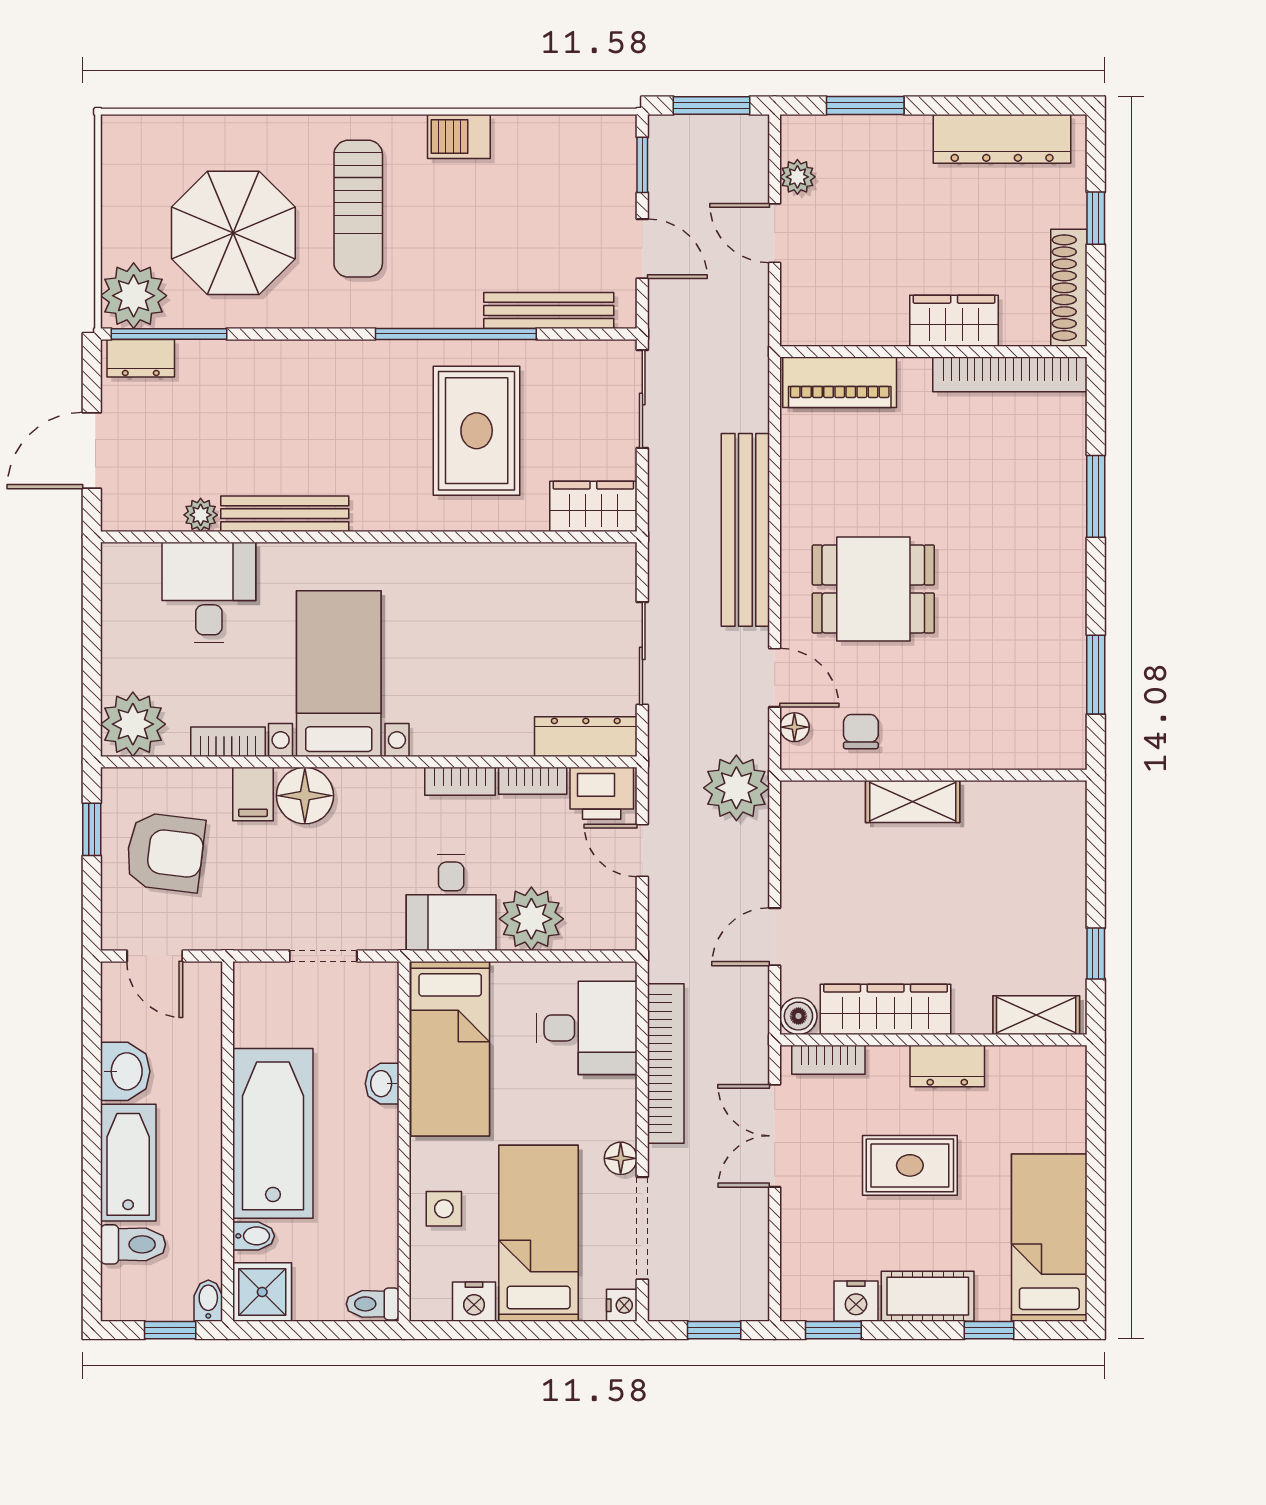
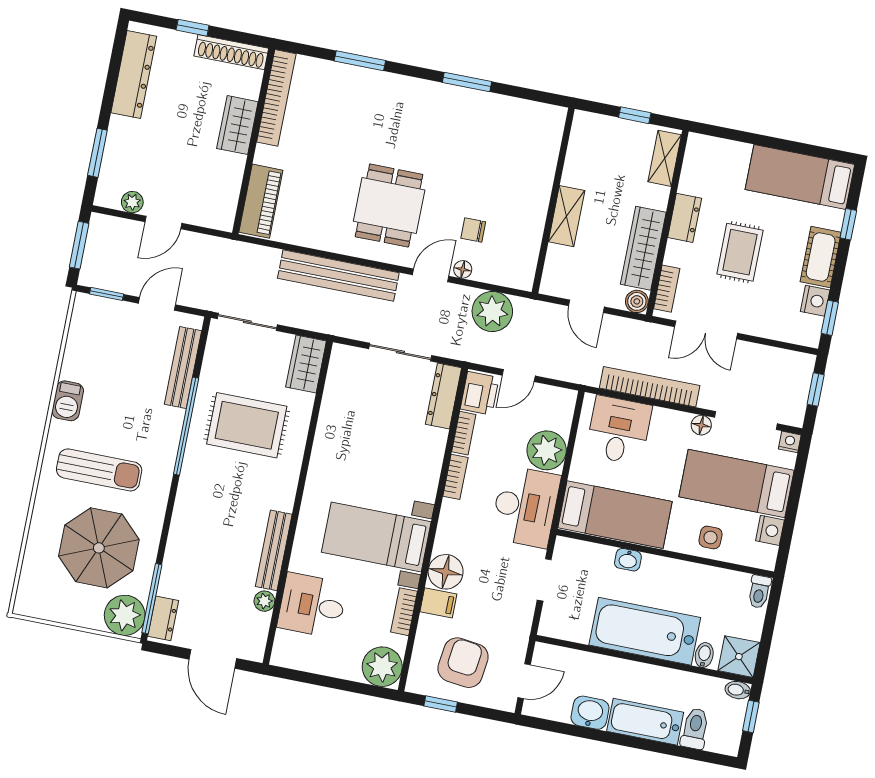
wall: (933, 775) -> (553, 200), moved
shelving: (913, 802) -> (567, 216), moved
desk: (451, 902) -> (525, 507), width x1.37

